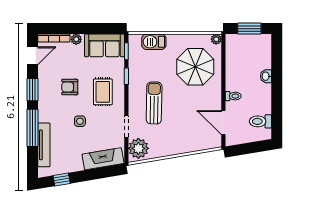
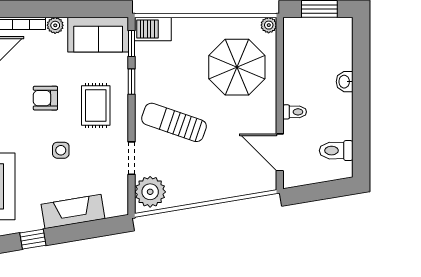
barbecue: (154, 42) -> (153, 29), moved
sun lounger: (154, 103) -> (174, 122), turned -72
fireplace: (103, 159) -> (73, 211), moved

